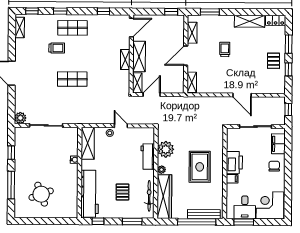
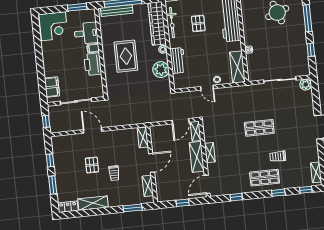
window: (171, 12) -> (183, 203), moved
pallet: (273, 61) -> (92, 165), moved
chair: (274, 166) -> (54, 65), removed
desk: (245, 207) -> (86, 33), moved, turned 90

